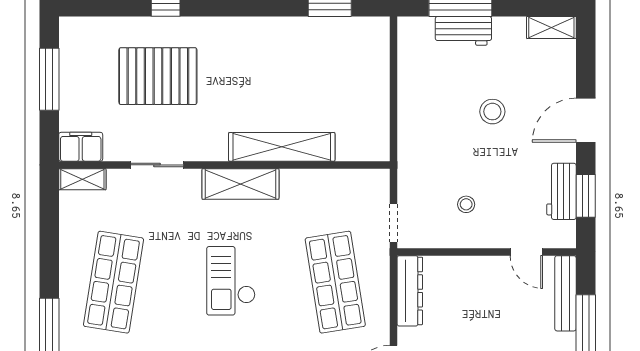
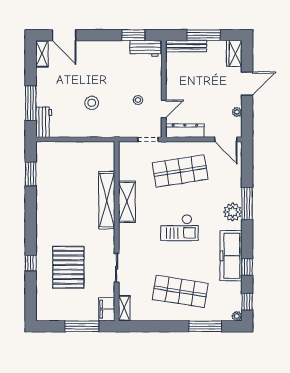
workbench: (463, 31) -> (44, 122), moved
window: (49, 79) -> (82, 326), moved
stool: (492, 112) -> (92, 103), moved
door: (586, 120) -> (64, 35), moved
shelving: (240, 184) -> (127, 202), moved
workbench: (561, 191) -> (145, 48), moved
door: (526, 252) -> (164, 109), moved

